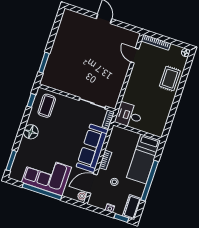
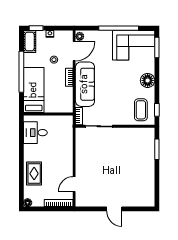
door: (135, 56) -> (74, 184), swing flipped
desk: (129, 115) -> (35, 133), moved, turned 180
corner sofa: (47, 175) -> (134, 45), moved

